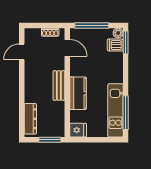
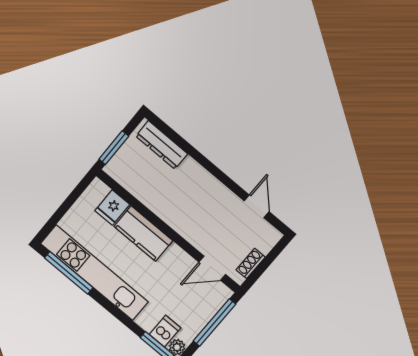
bench: (59, 86) -> (173, 217), removed
kitchen unit: (115, 110) -> (94, 273), width x1.36
fridge: (78, 130) -> (112, 208), moved

